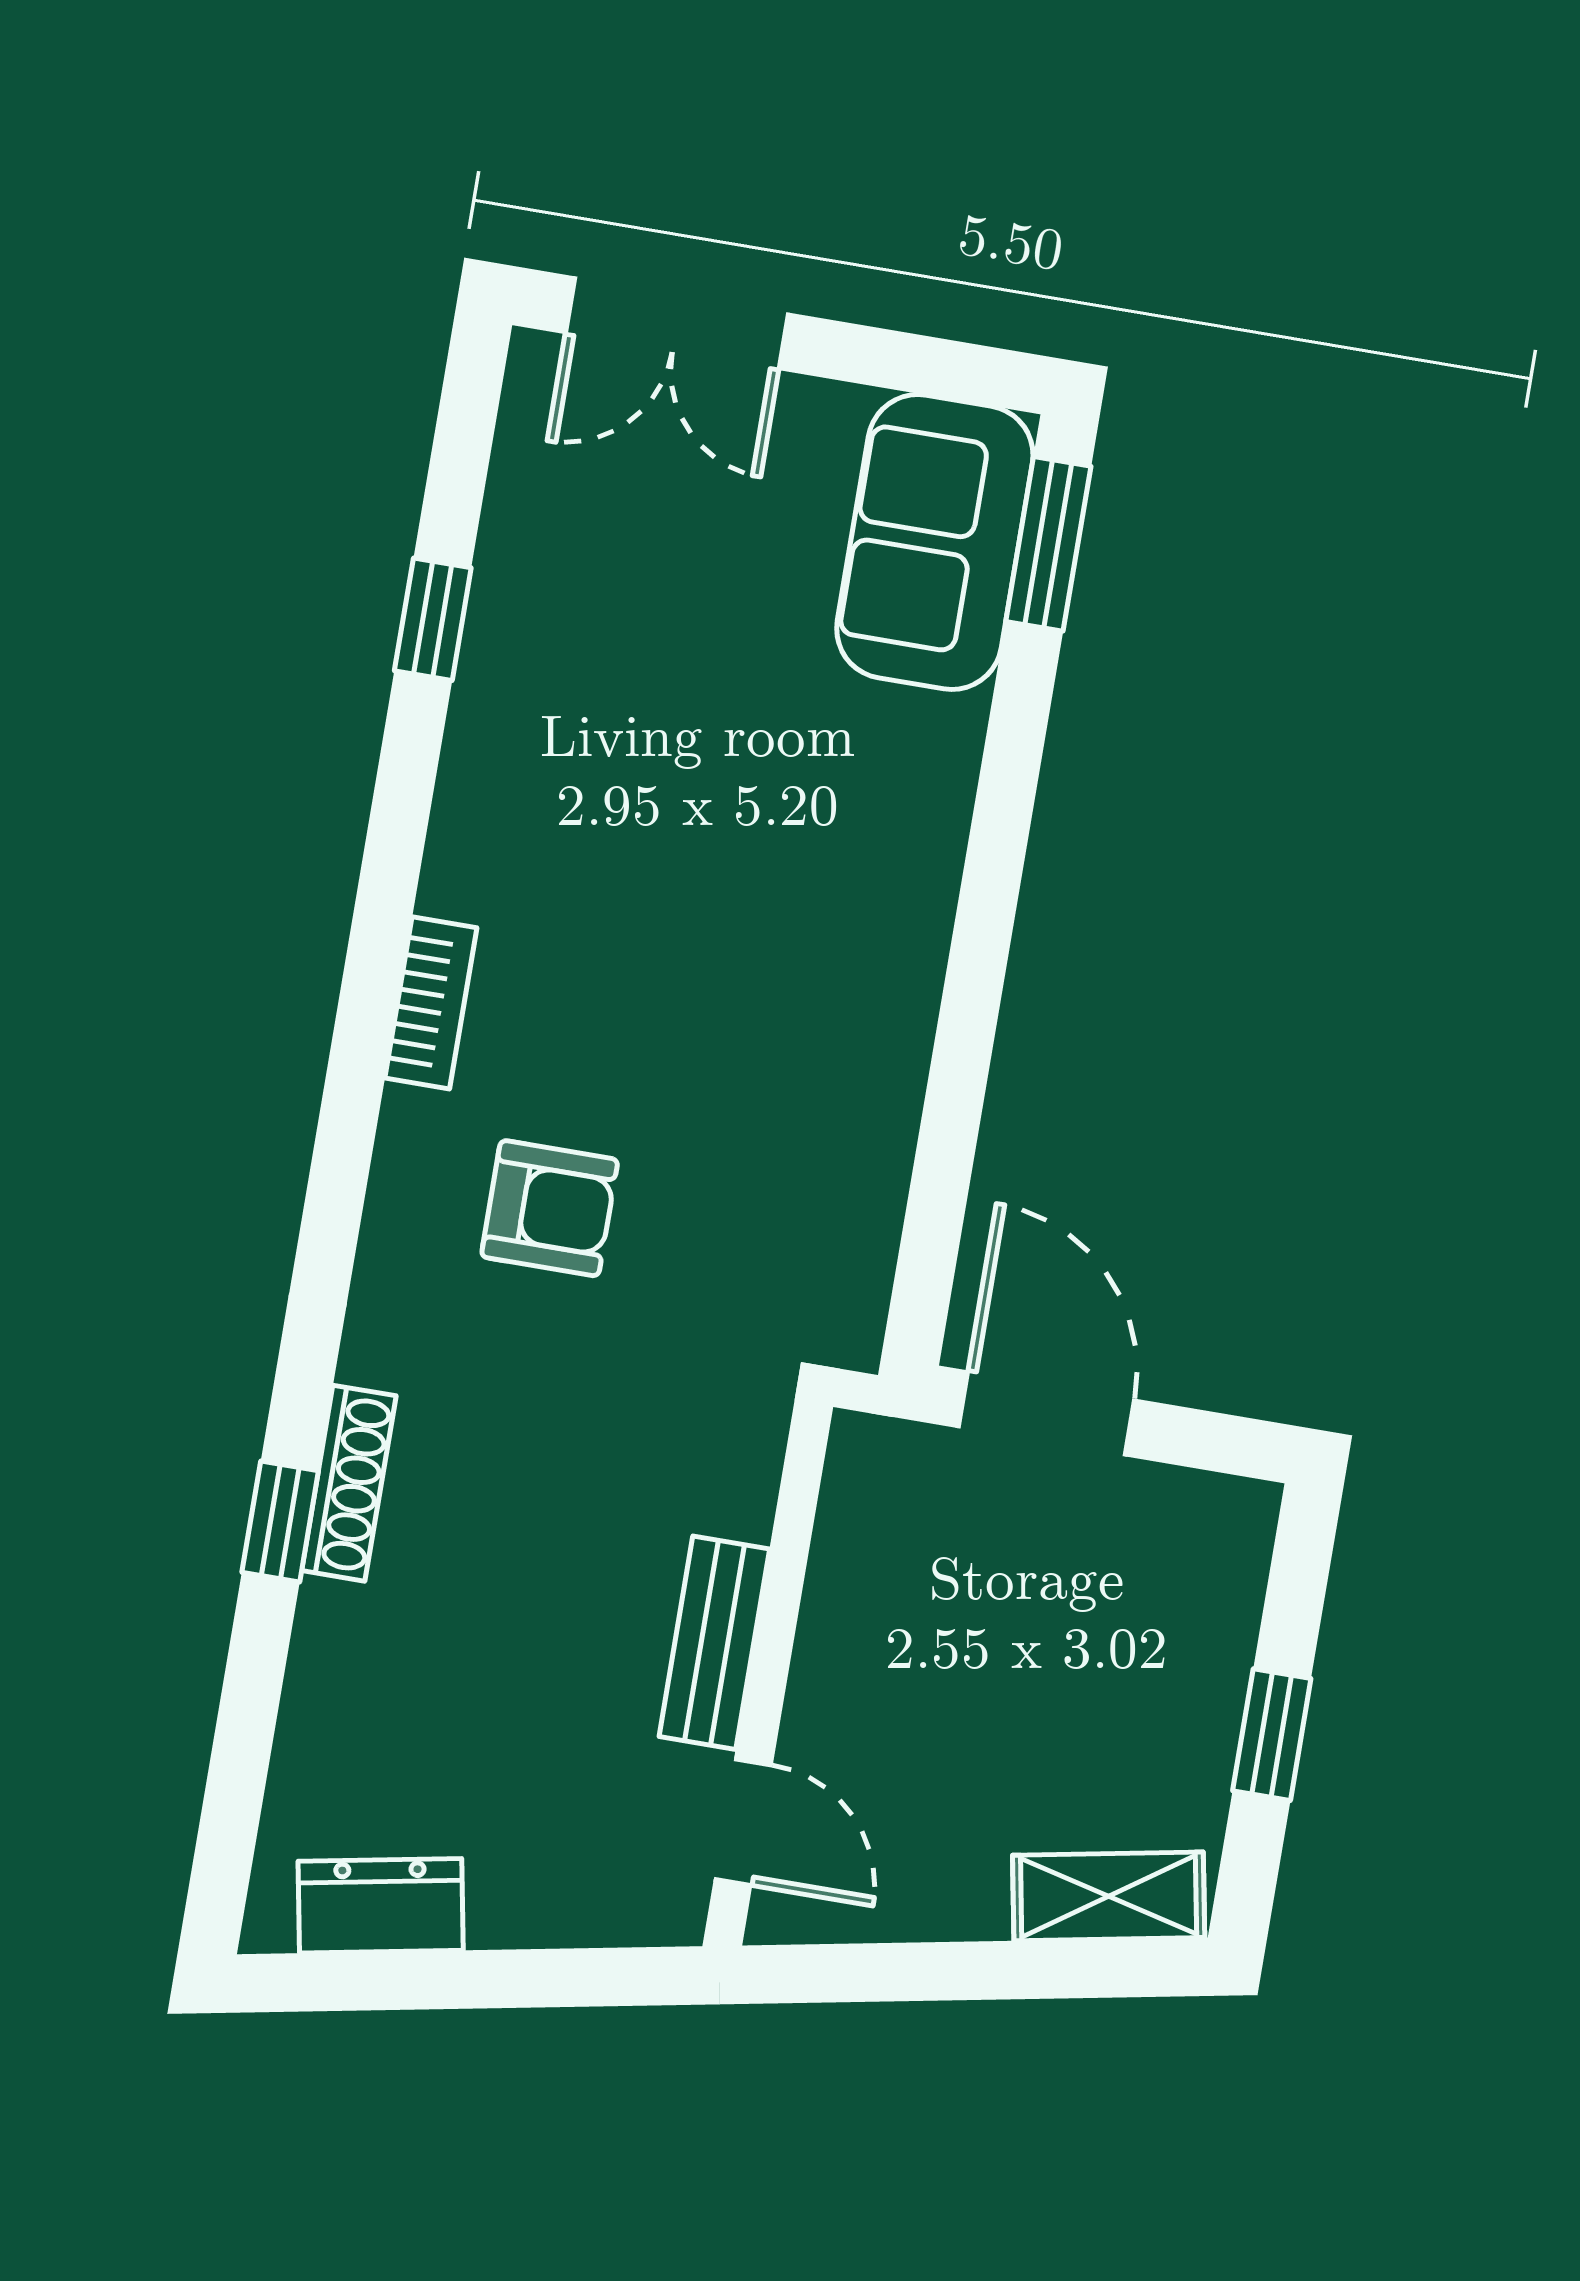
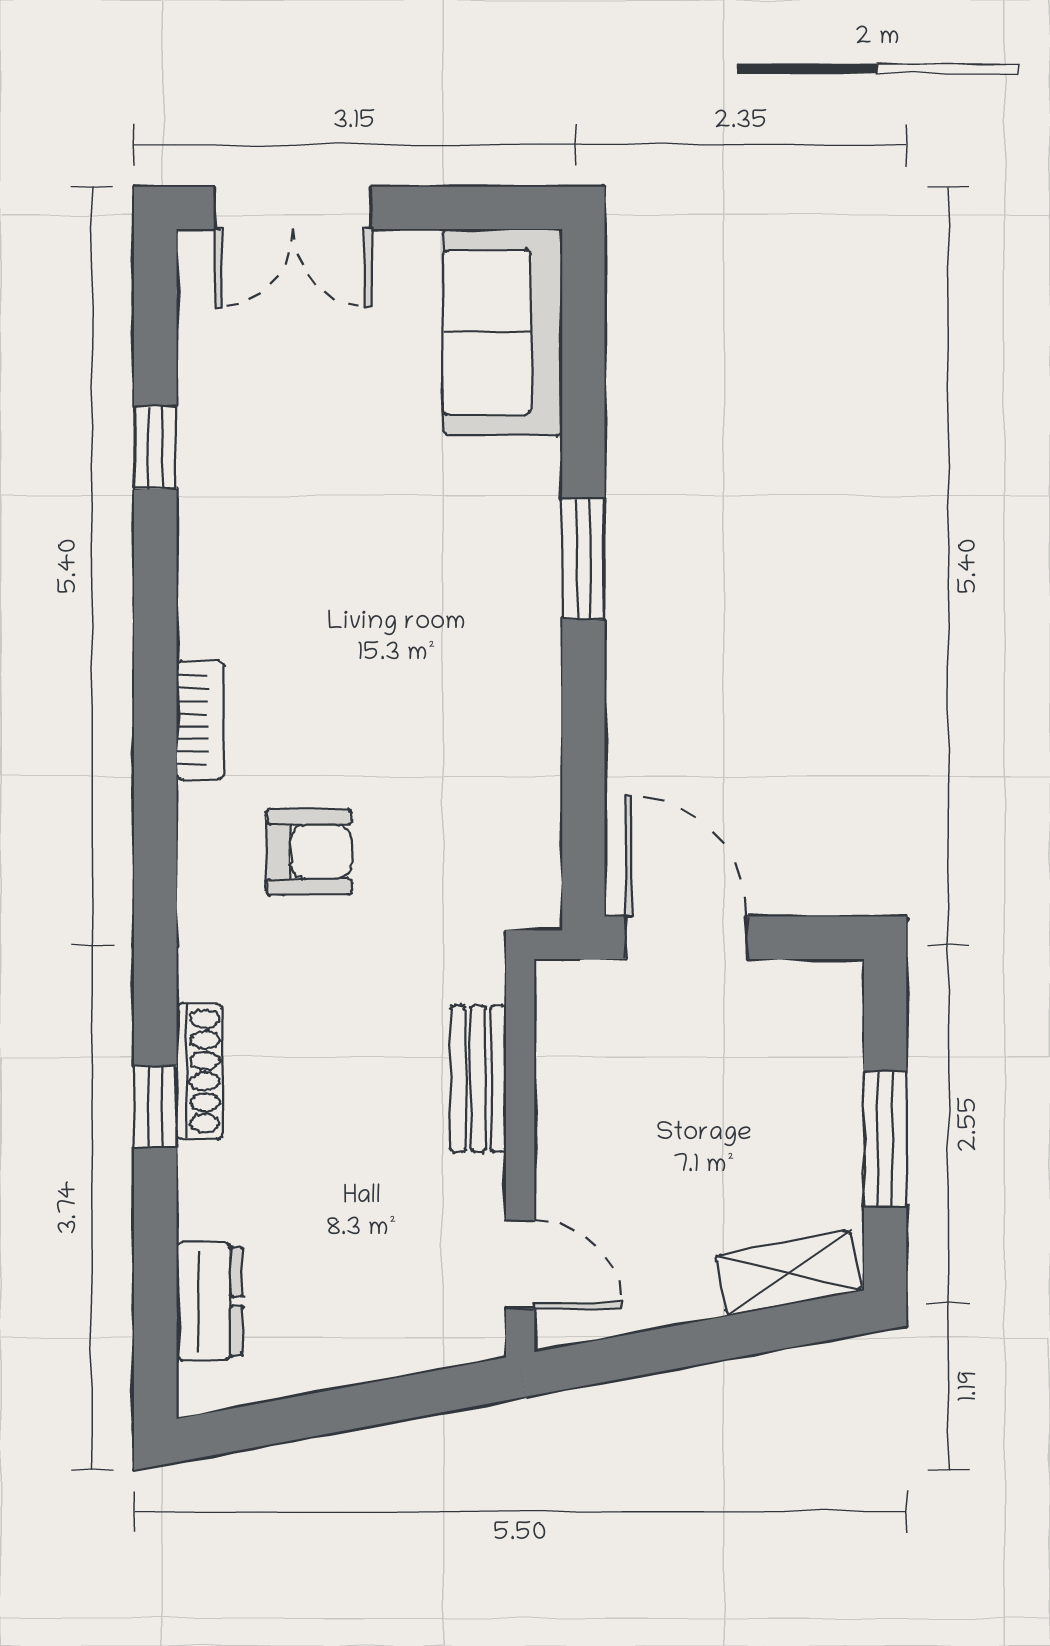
window: (1048, 544) -> (583, 559), moved
bench: (714, 1643) -> (478, 1079), moved
window: (1272, 1735) -> (885, 1139), width x1.50
dresser: (381, 1906) -> (209, 1301), moved, turned 101

